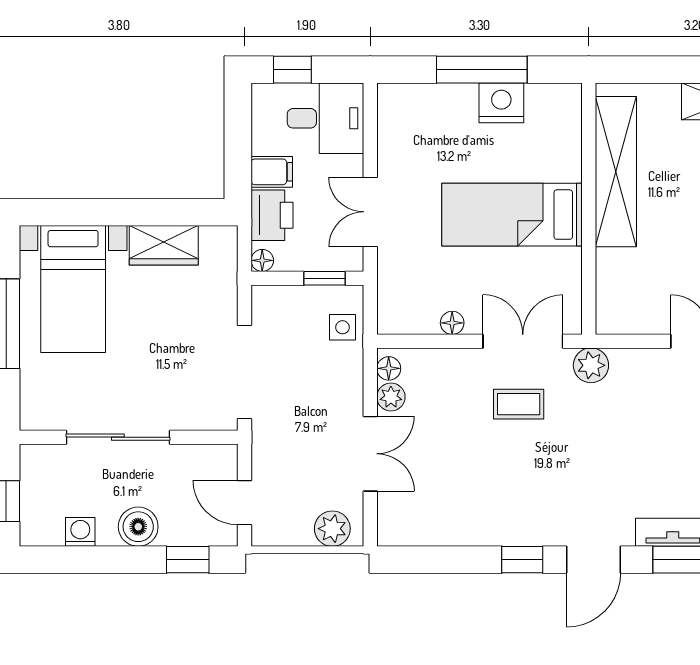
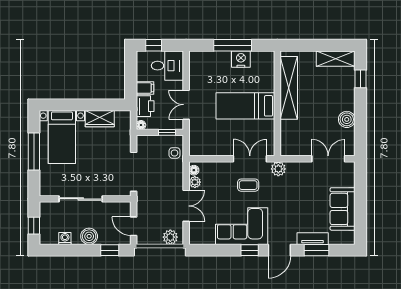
floor lamp: (452, 323) -> (220, 151), removed
corner sofa: (503, 502) -> (242, 226), added

